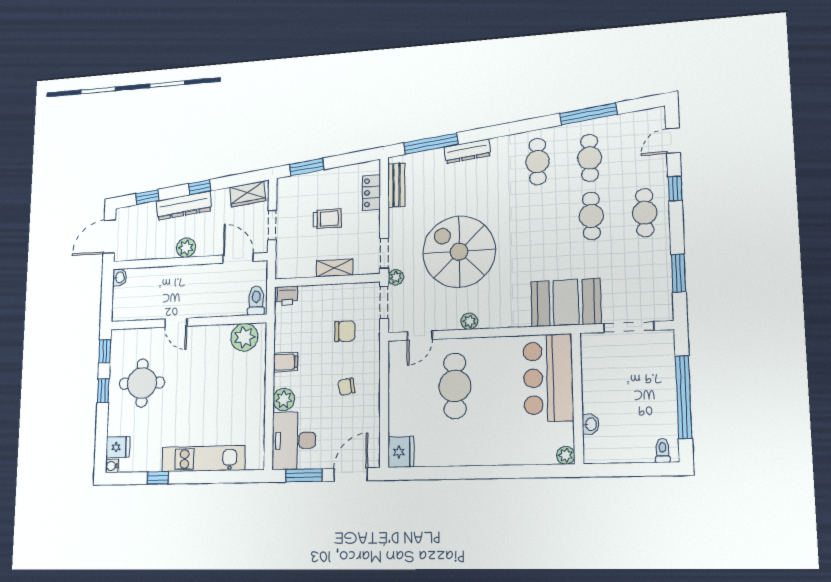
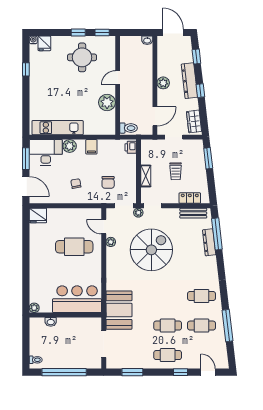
dresser: (467, 151) -> (209, 242), moved
plant: (469, 321) -> (111, 242), moved
plant: (244, 337) -> (107, 102), moved
kitchen unit: (203, 459) -> (58, 128), moved, turned -90

